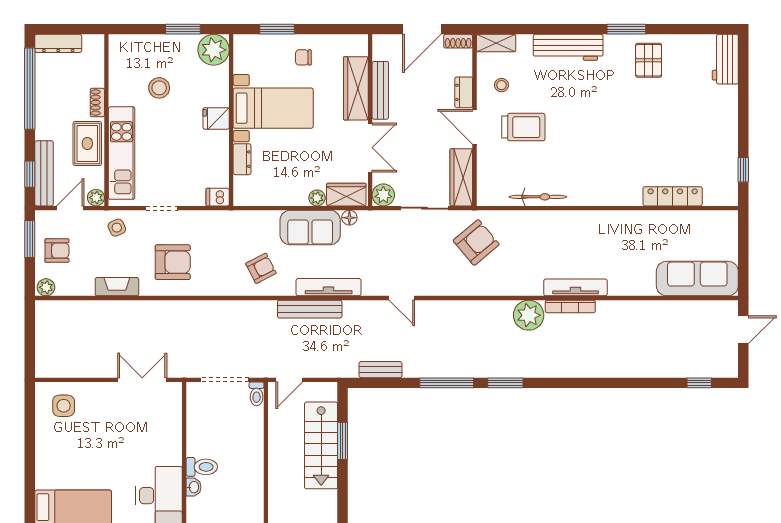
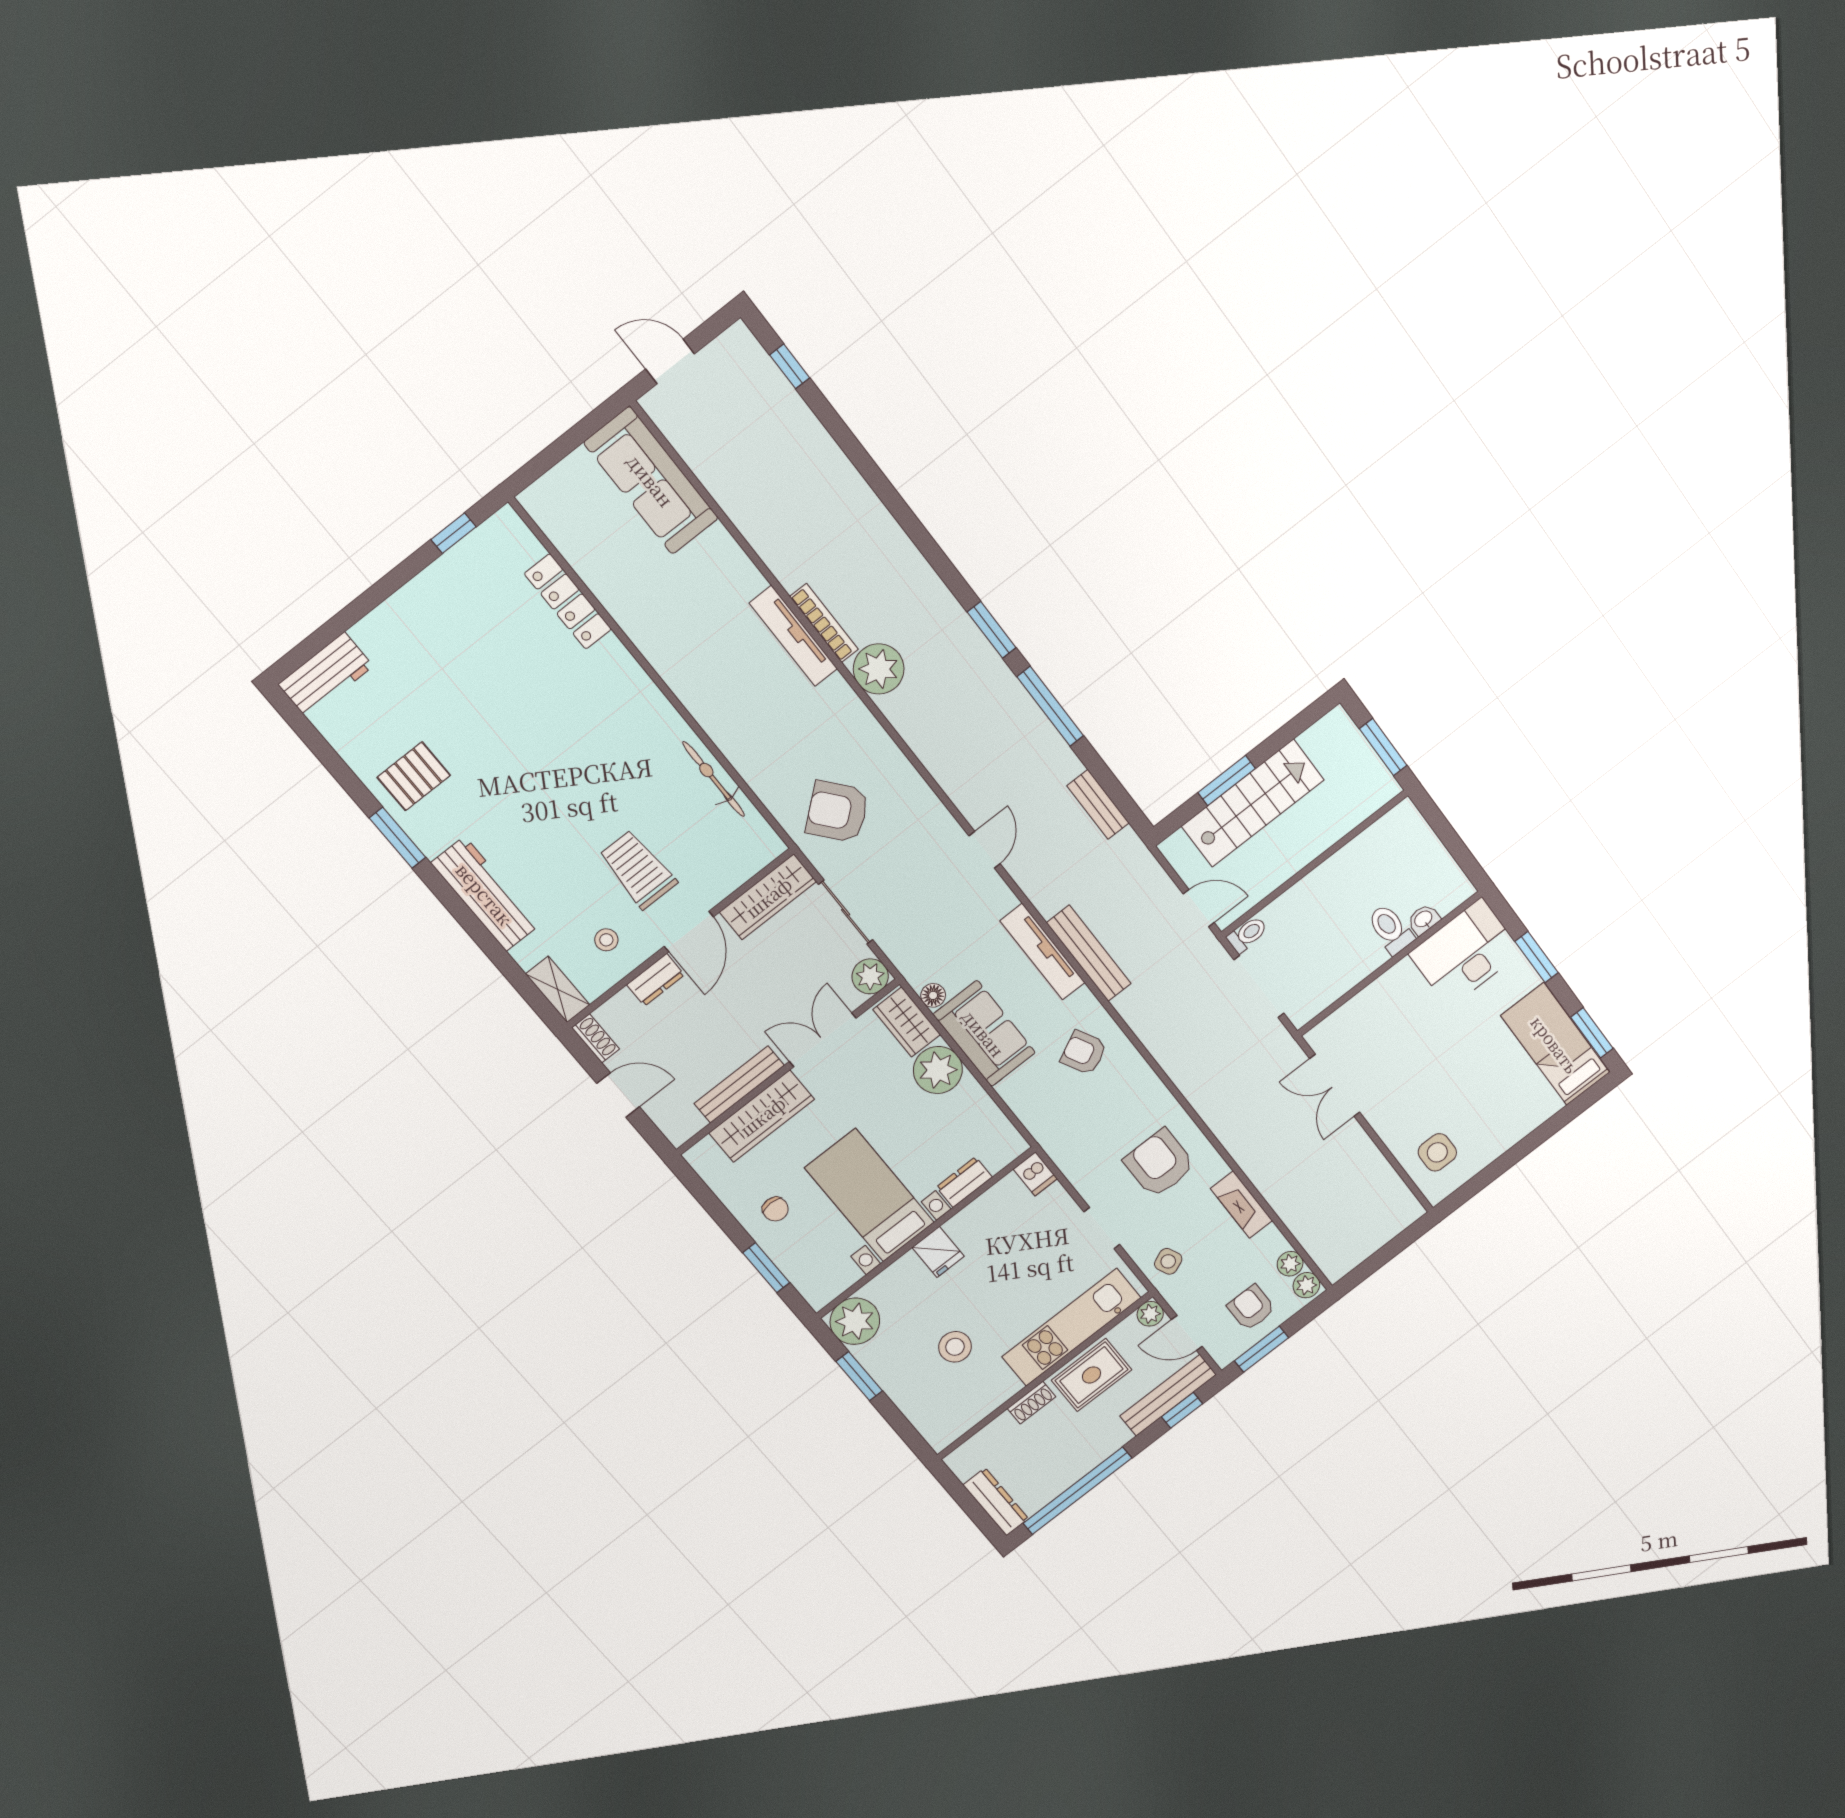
door: (422, 29) -> (618, 1095), width x0.73
plant: (317, 198) -> (938, 1070), width x1.87, depth x1.87
plant: (65, 288) -> (1290, 1264), added

